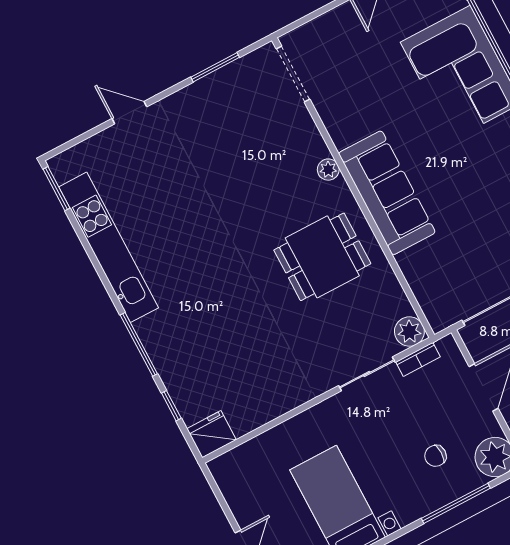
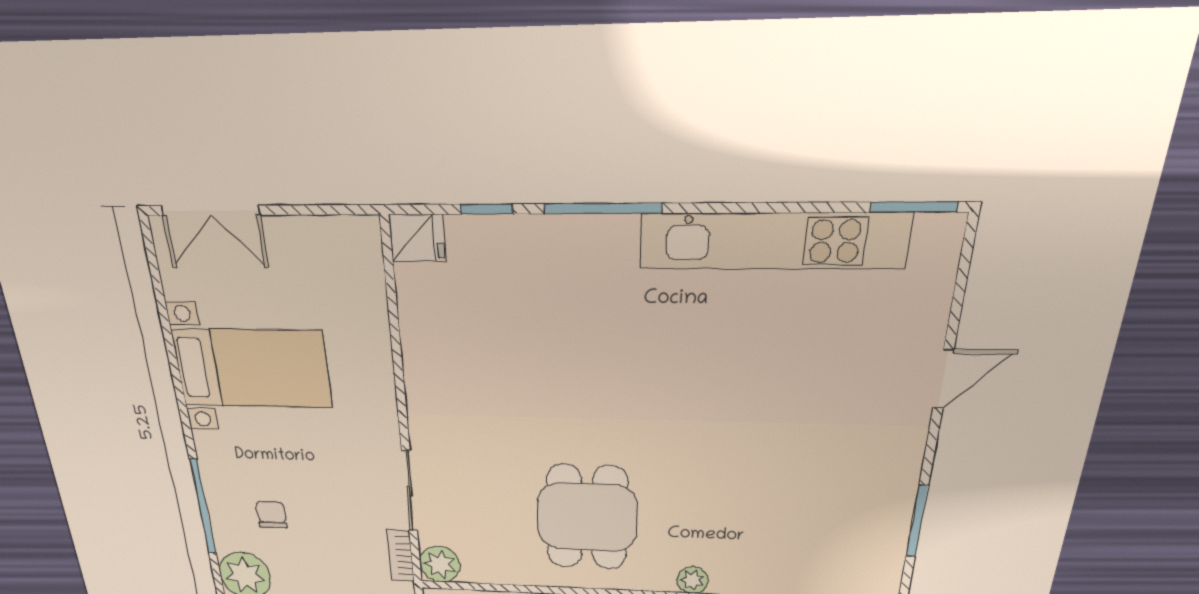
fridge: (211, 434) -> (417, 238), width x0.72

